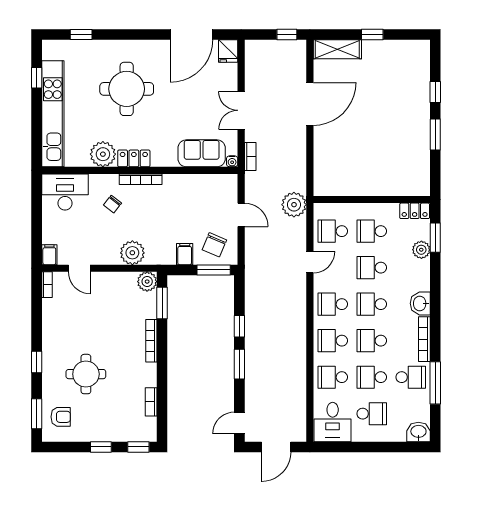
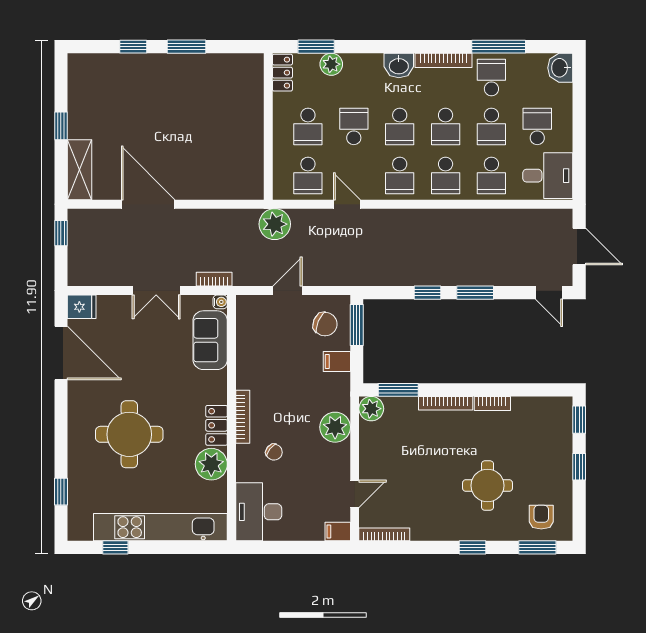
school desk: (372, 268) -> (354, 126), turned 180
bookcase: (47, 285) -> (384, 534), width x1.56
bookcase: (151, 402) -> (492, 404), moved

